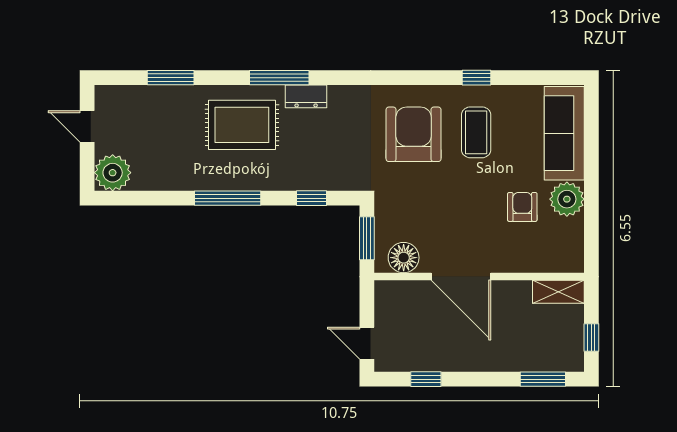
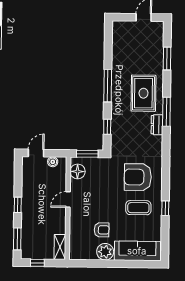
armchair: (414, 134) -> (138, 177), turned 180
plant: (113, 173) -> (121, 30), removed
door: (461, 277) -> (68, 199), width x0.53
boiler: (384, 309) -> (53, 162), added
window: (426, 379) -> (18, 205), moved

